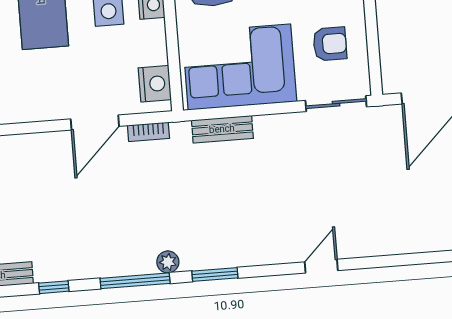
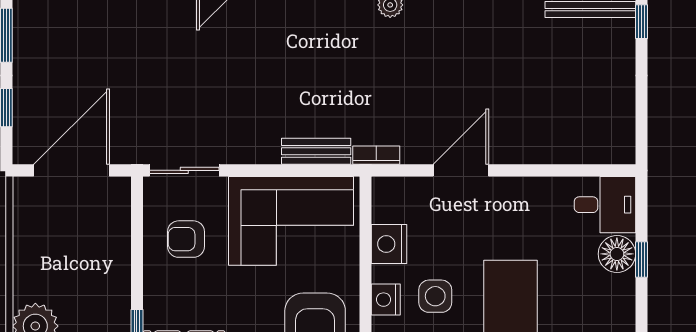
nightstand: (155, 84) -> (389, 244), moved
bookcase: (148, 132) -> (376, 155), moved

